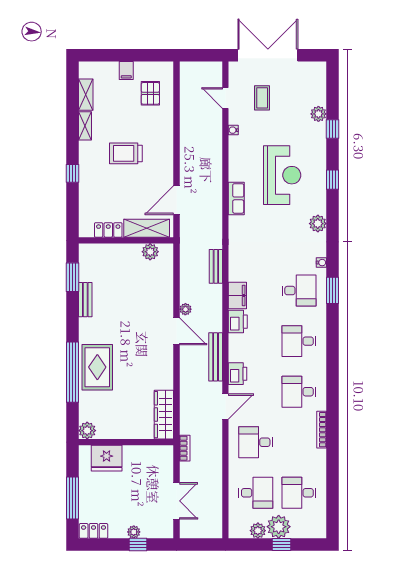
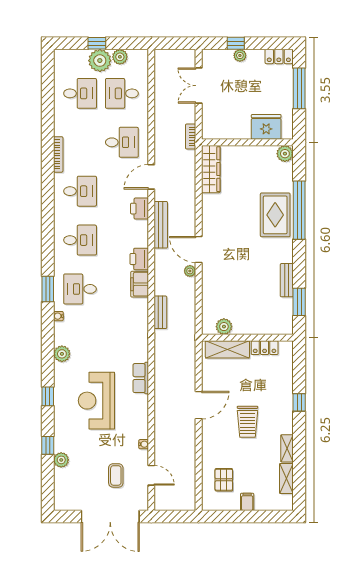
trolley: (126, 153) -> (247, 422), turned 90
door: (176, 200) -> (199, 405), moved

